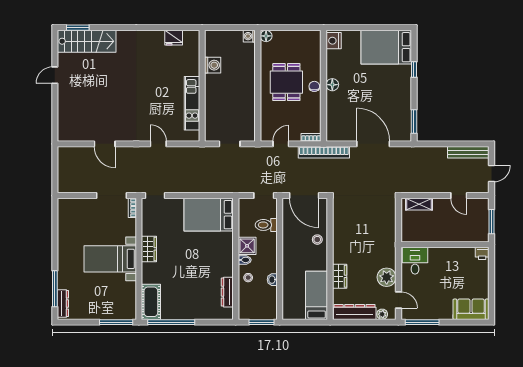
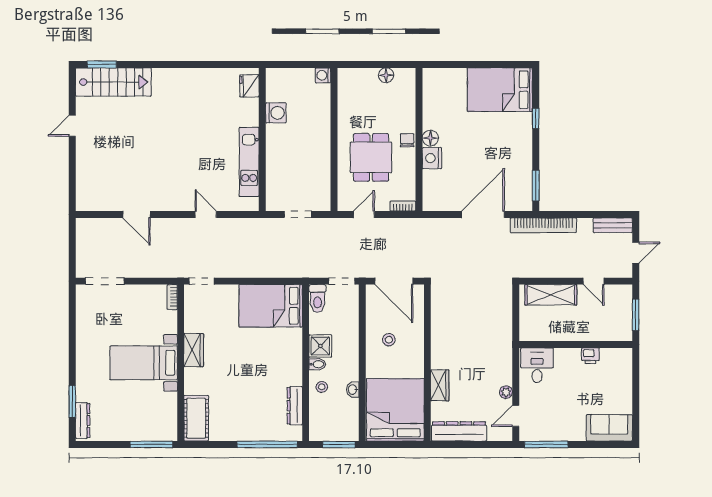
floor lamp: (266, 36) -> (386, 75), moved
fridge: (174, 38) -> (249, 86), moved, turned 90
nightstand: (334, 41) -> (432, 158), moved
dining table: (286, 82) -> (371, 157), moved
door: (373, 144) -> (483, 214), hinge flipped
bookcase: (324, 152) -> (543, 225), moved
bench: (468, 152) -> (613, 225), width x0.73
doorway: (111, 196) -> (105, 281), moved
shelving: (419, 204) -> (551, 295), width x1.50, depth x1.33
toilet: (266, 225) -> (318, 299), moved, turned -90
stool: (317, 240) -> (389, 340), moved
printer: (482, 253) -> (590, 356), moved
plant: (387, 277) -> (506, 392), width x0.53, depth x0.53
window: (55, 289) -> (72, 401), width x0.69
bed: (317, 295) -> (395, 410), width x2.04
door: (398, 300) -> (516, 416), swing flipped
plant: (382, 314) -> (495, 434), removed
window: (171, 322) -> (267, 444), moved

